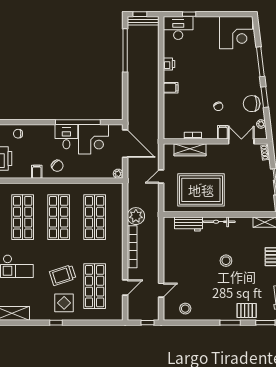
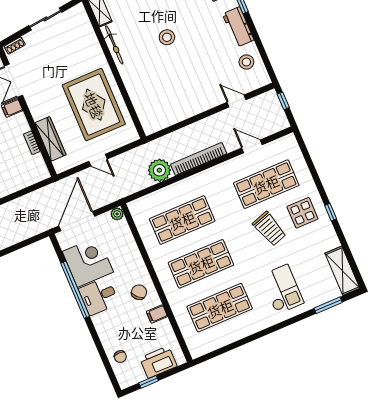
bicycle: (219, 222) -> (114, 45), moved
workbench: (189, 224) -> (238, 27), moved, turned 180

